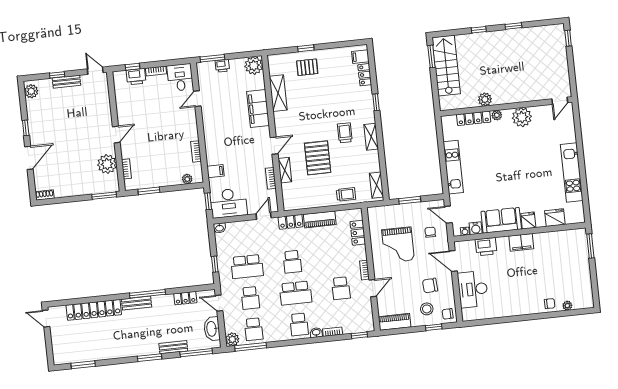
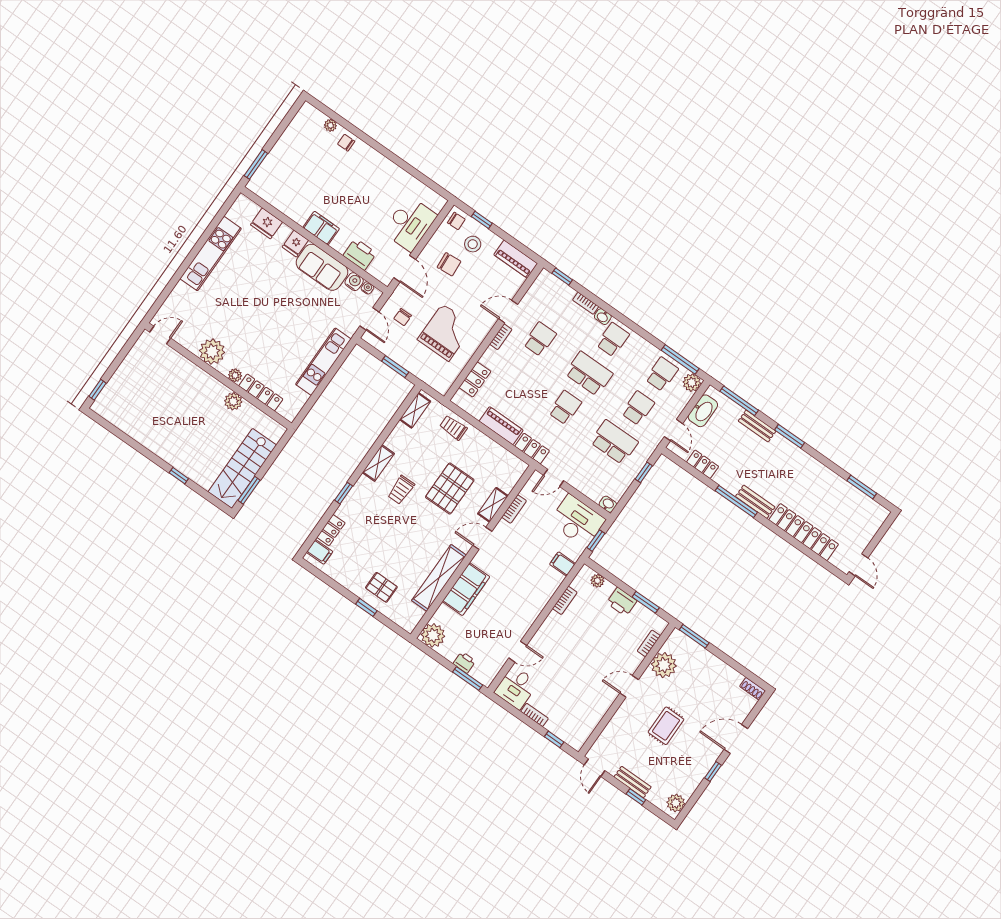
window: (513, 26) -> (141, 449), removed
printer: (136, 77) -> (622, 602), moved, turned 180
shelving: (278, 93) -> (439, 578), width x1.47
rug: (75, 130) -> (666, 726), added

